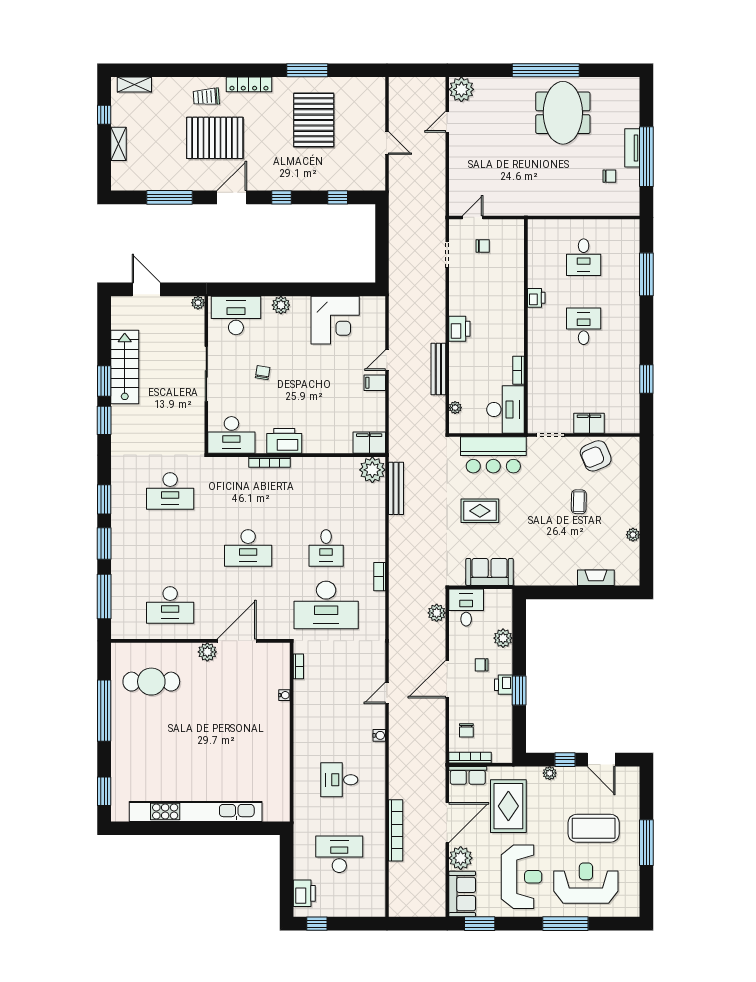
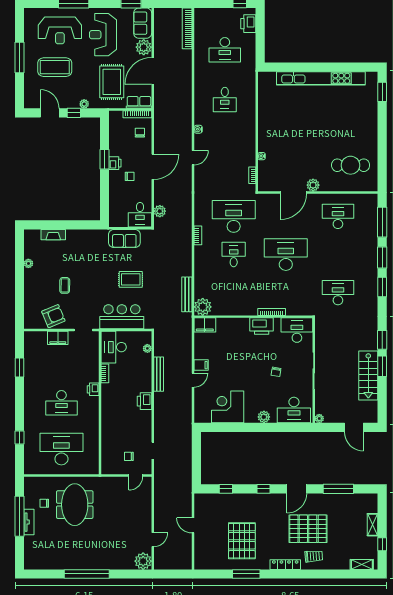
meeting table: (563, 113) -> (75, 505), moved
desk: (584, 257) -> (61, 449), width x1.87, depth x1.30
window: (646, 274) -> (19, 438), width x0.46
printer: (536, 298) -> (93, 389), moved
desk: (584, 326) -> (61, 403), width x1.37
desk: (248, 548) -> (286, 255), width x1.36, depth x1.30
plant: (503, 638) -> (115, 194), removed
window: (104, 711) -> (382, 146), removed
desk: (339, 780) -> (225, 100), turned 90
bookcase: (396, 830) -> (187, 28), moved

